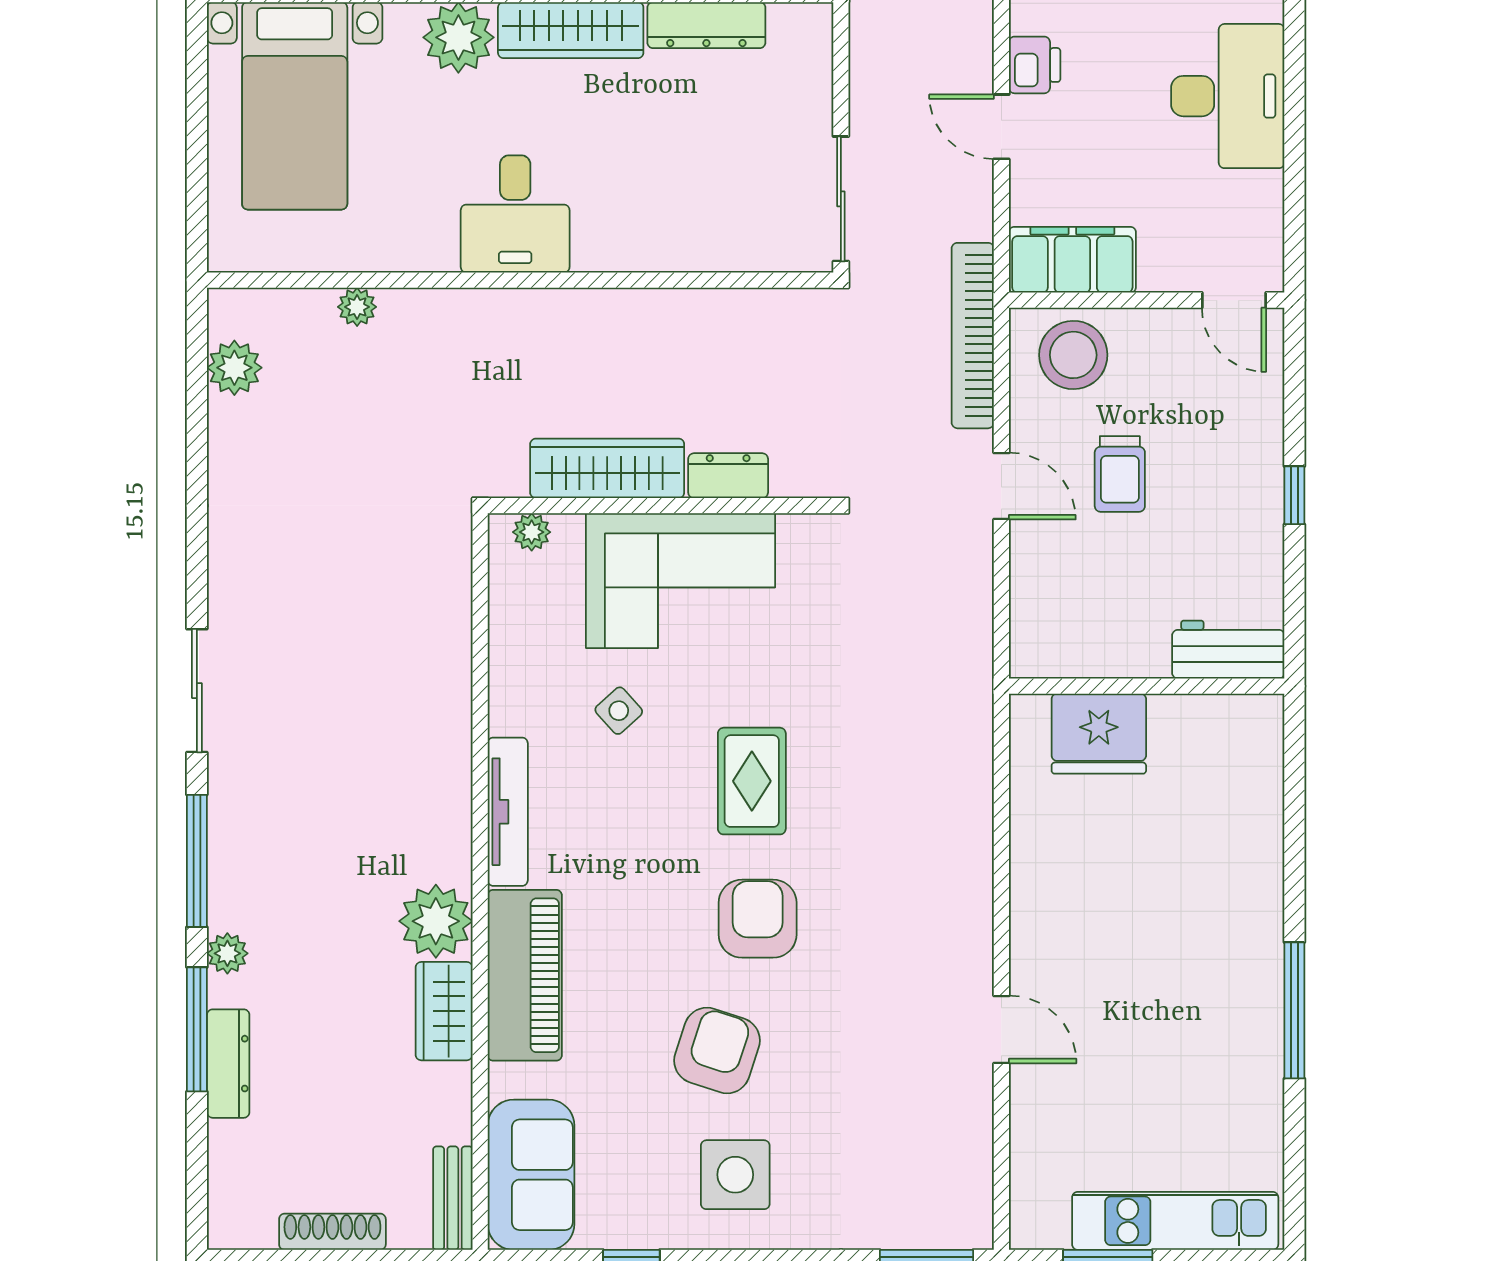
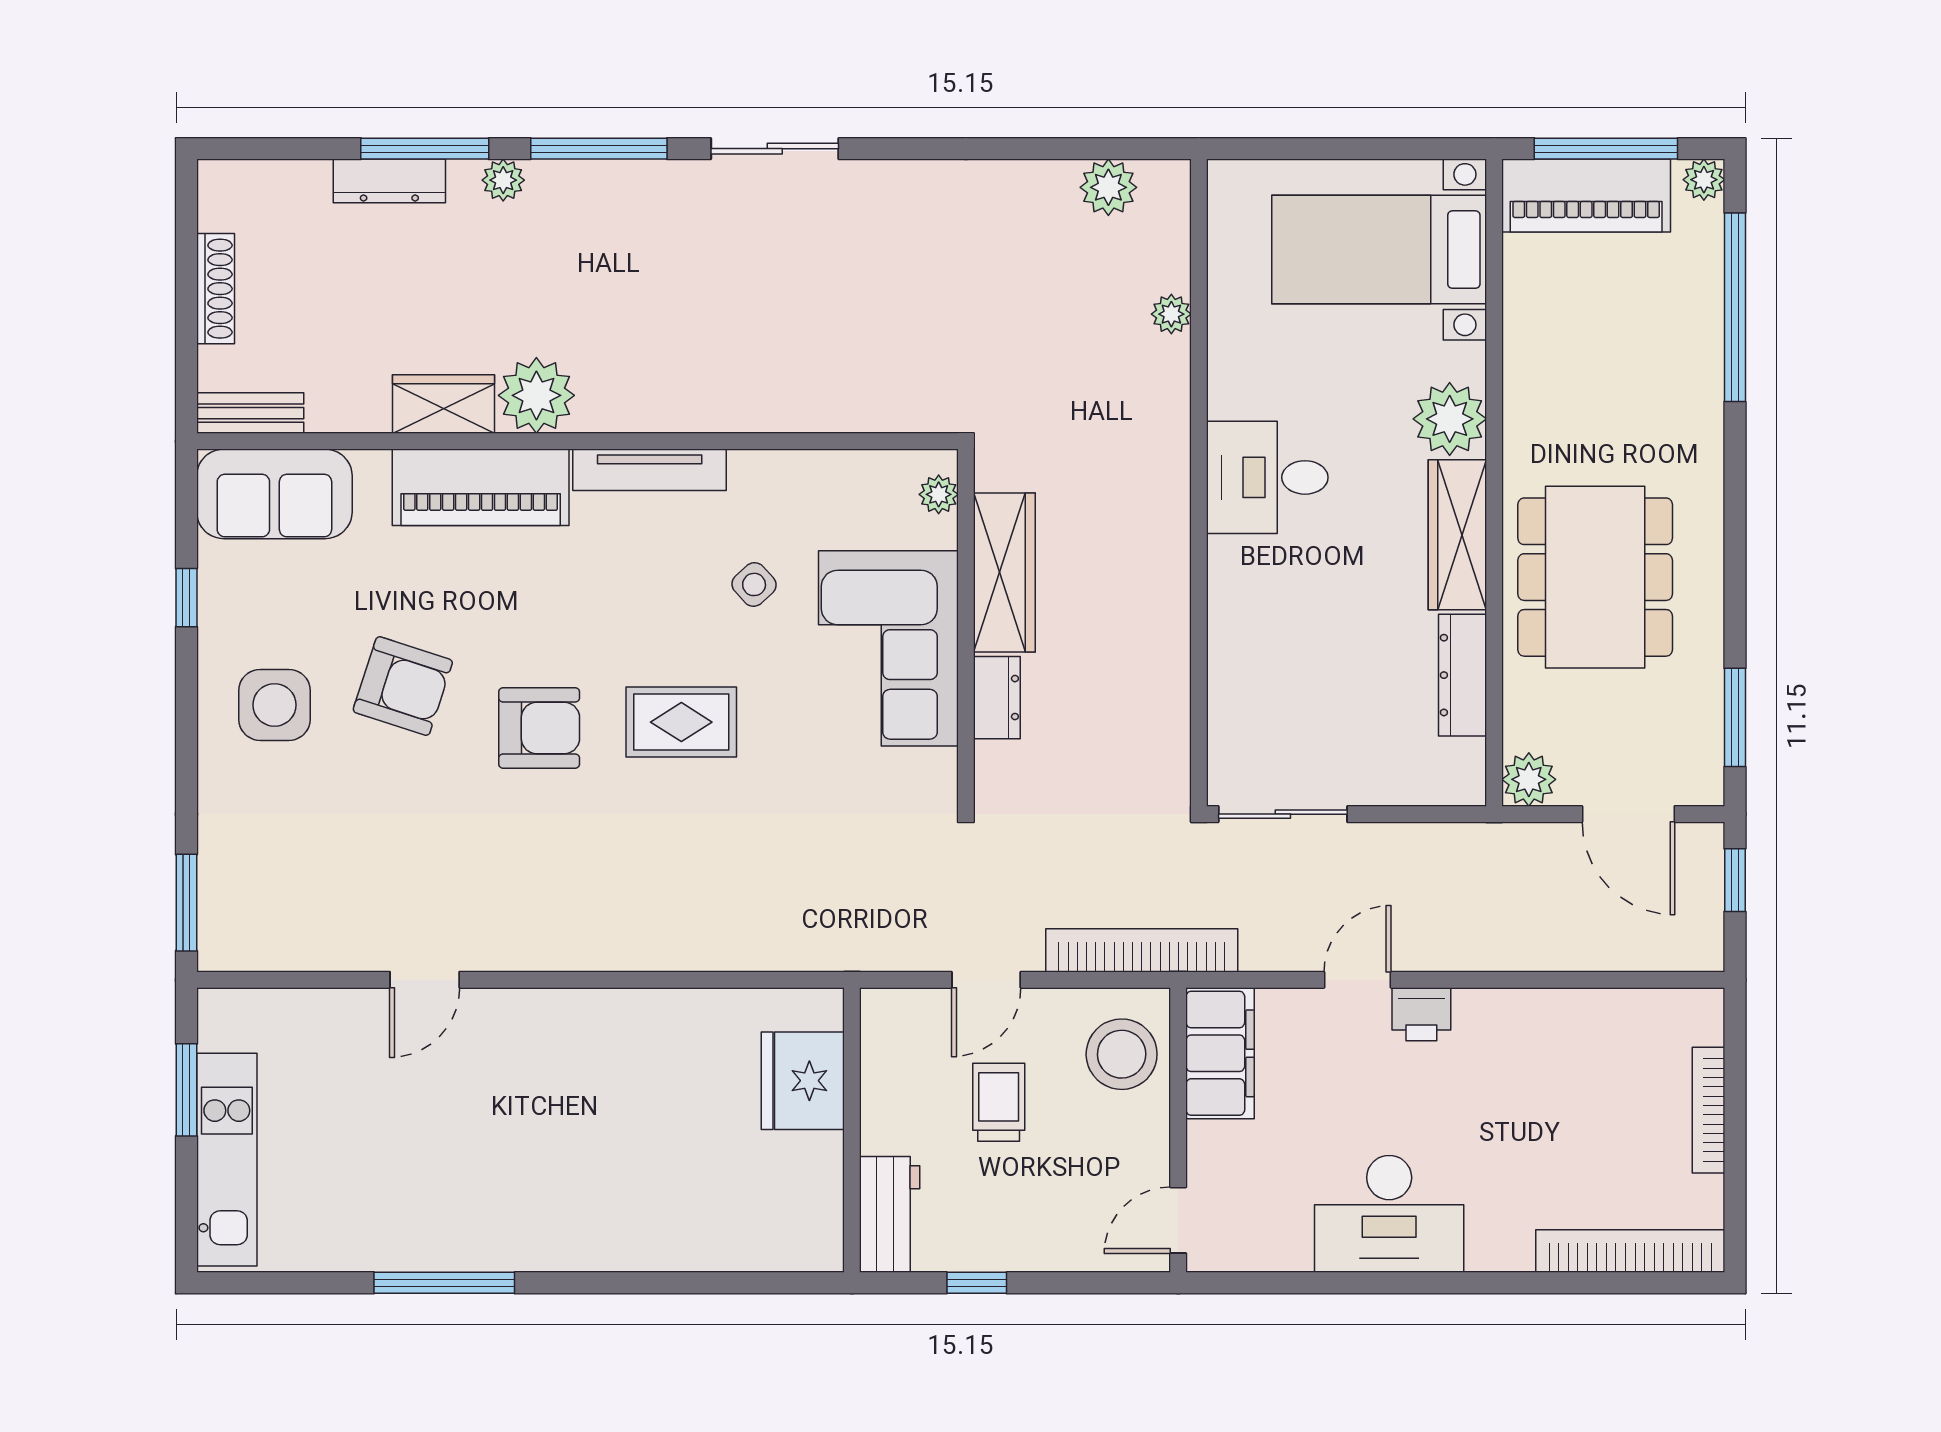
trolley: (1120, 474) -> (999, 1102), turned 90
workbench: (1228, 650) -> (890, 1214), moved
wall: (1147, 686) -> (852, 1130), moved
fridge: (1099, 734) -> (803, 1081), moved

